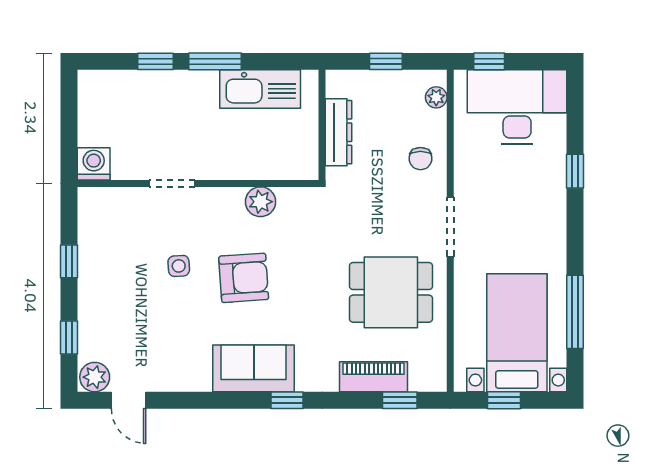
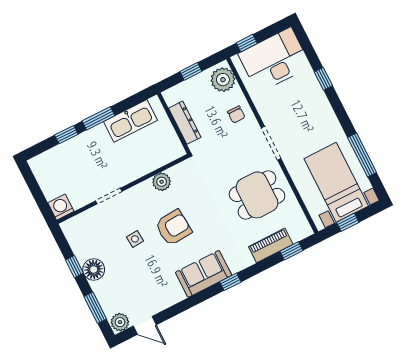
plant: (436, 97) -> (223, 80), width x1.88, depth x1.88
floor lamp: (95, 280) -> (94, 269), added
window: (69, 338) -> (95, 308), width x1.50

